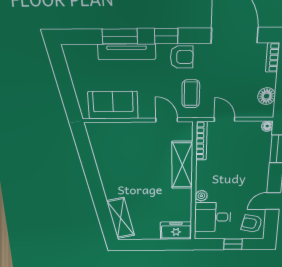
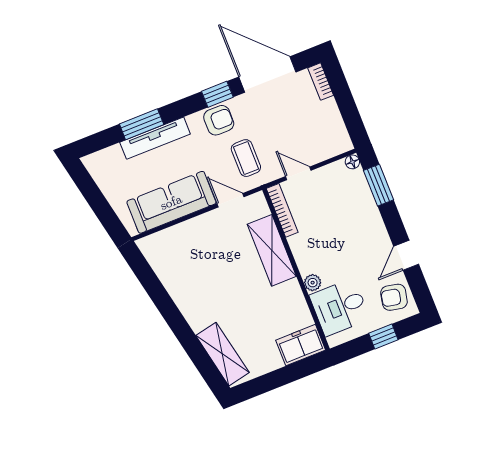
window: (166, 36) -> (217, 94), moved
floor lamp: (267, 96) -> (335, 127), removed
sofa: (113, 105) -> (171, 202), width x1.36

